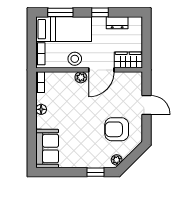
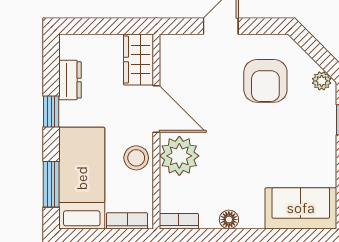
plant: (81, 77) -> (179, 156), width x1.87, depth x1.87

